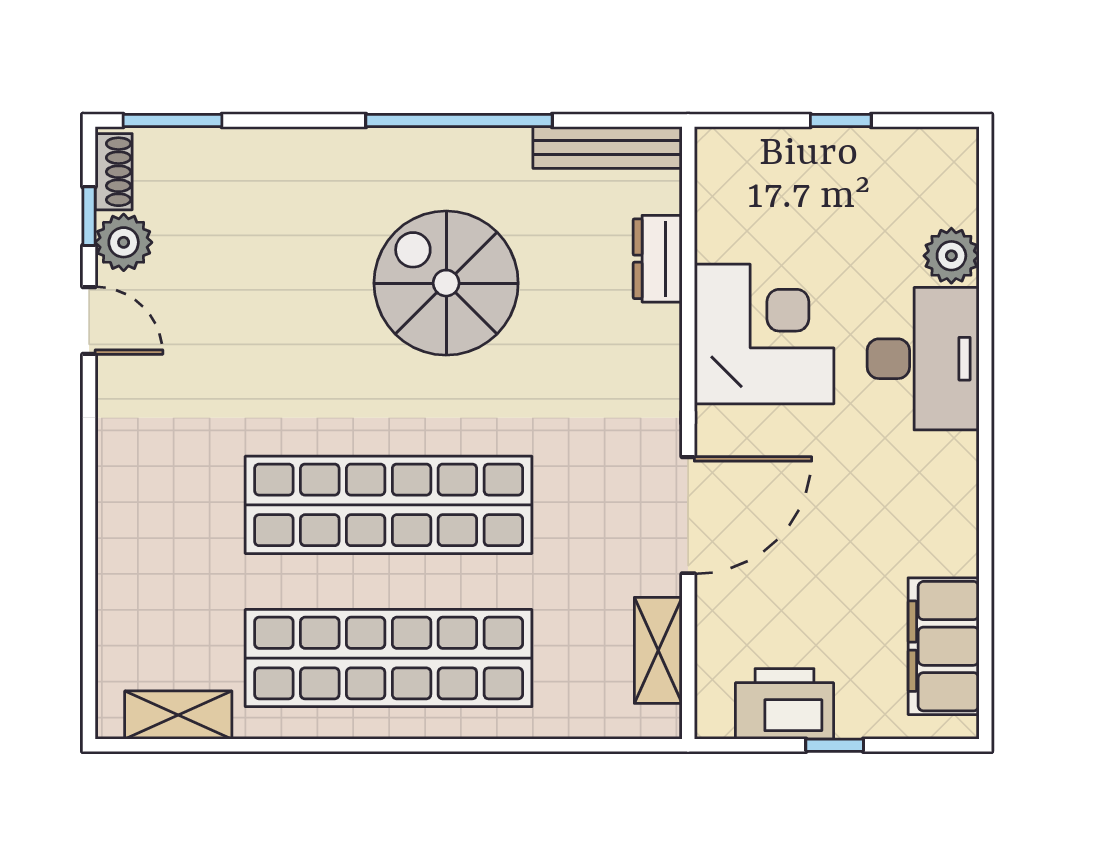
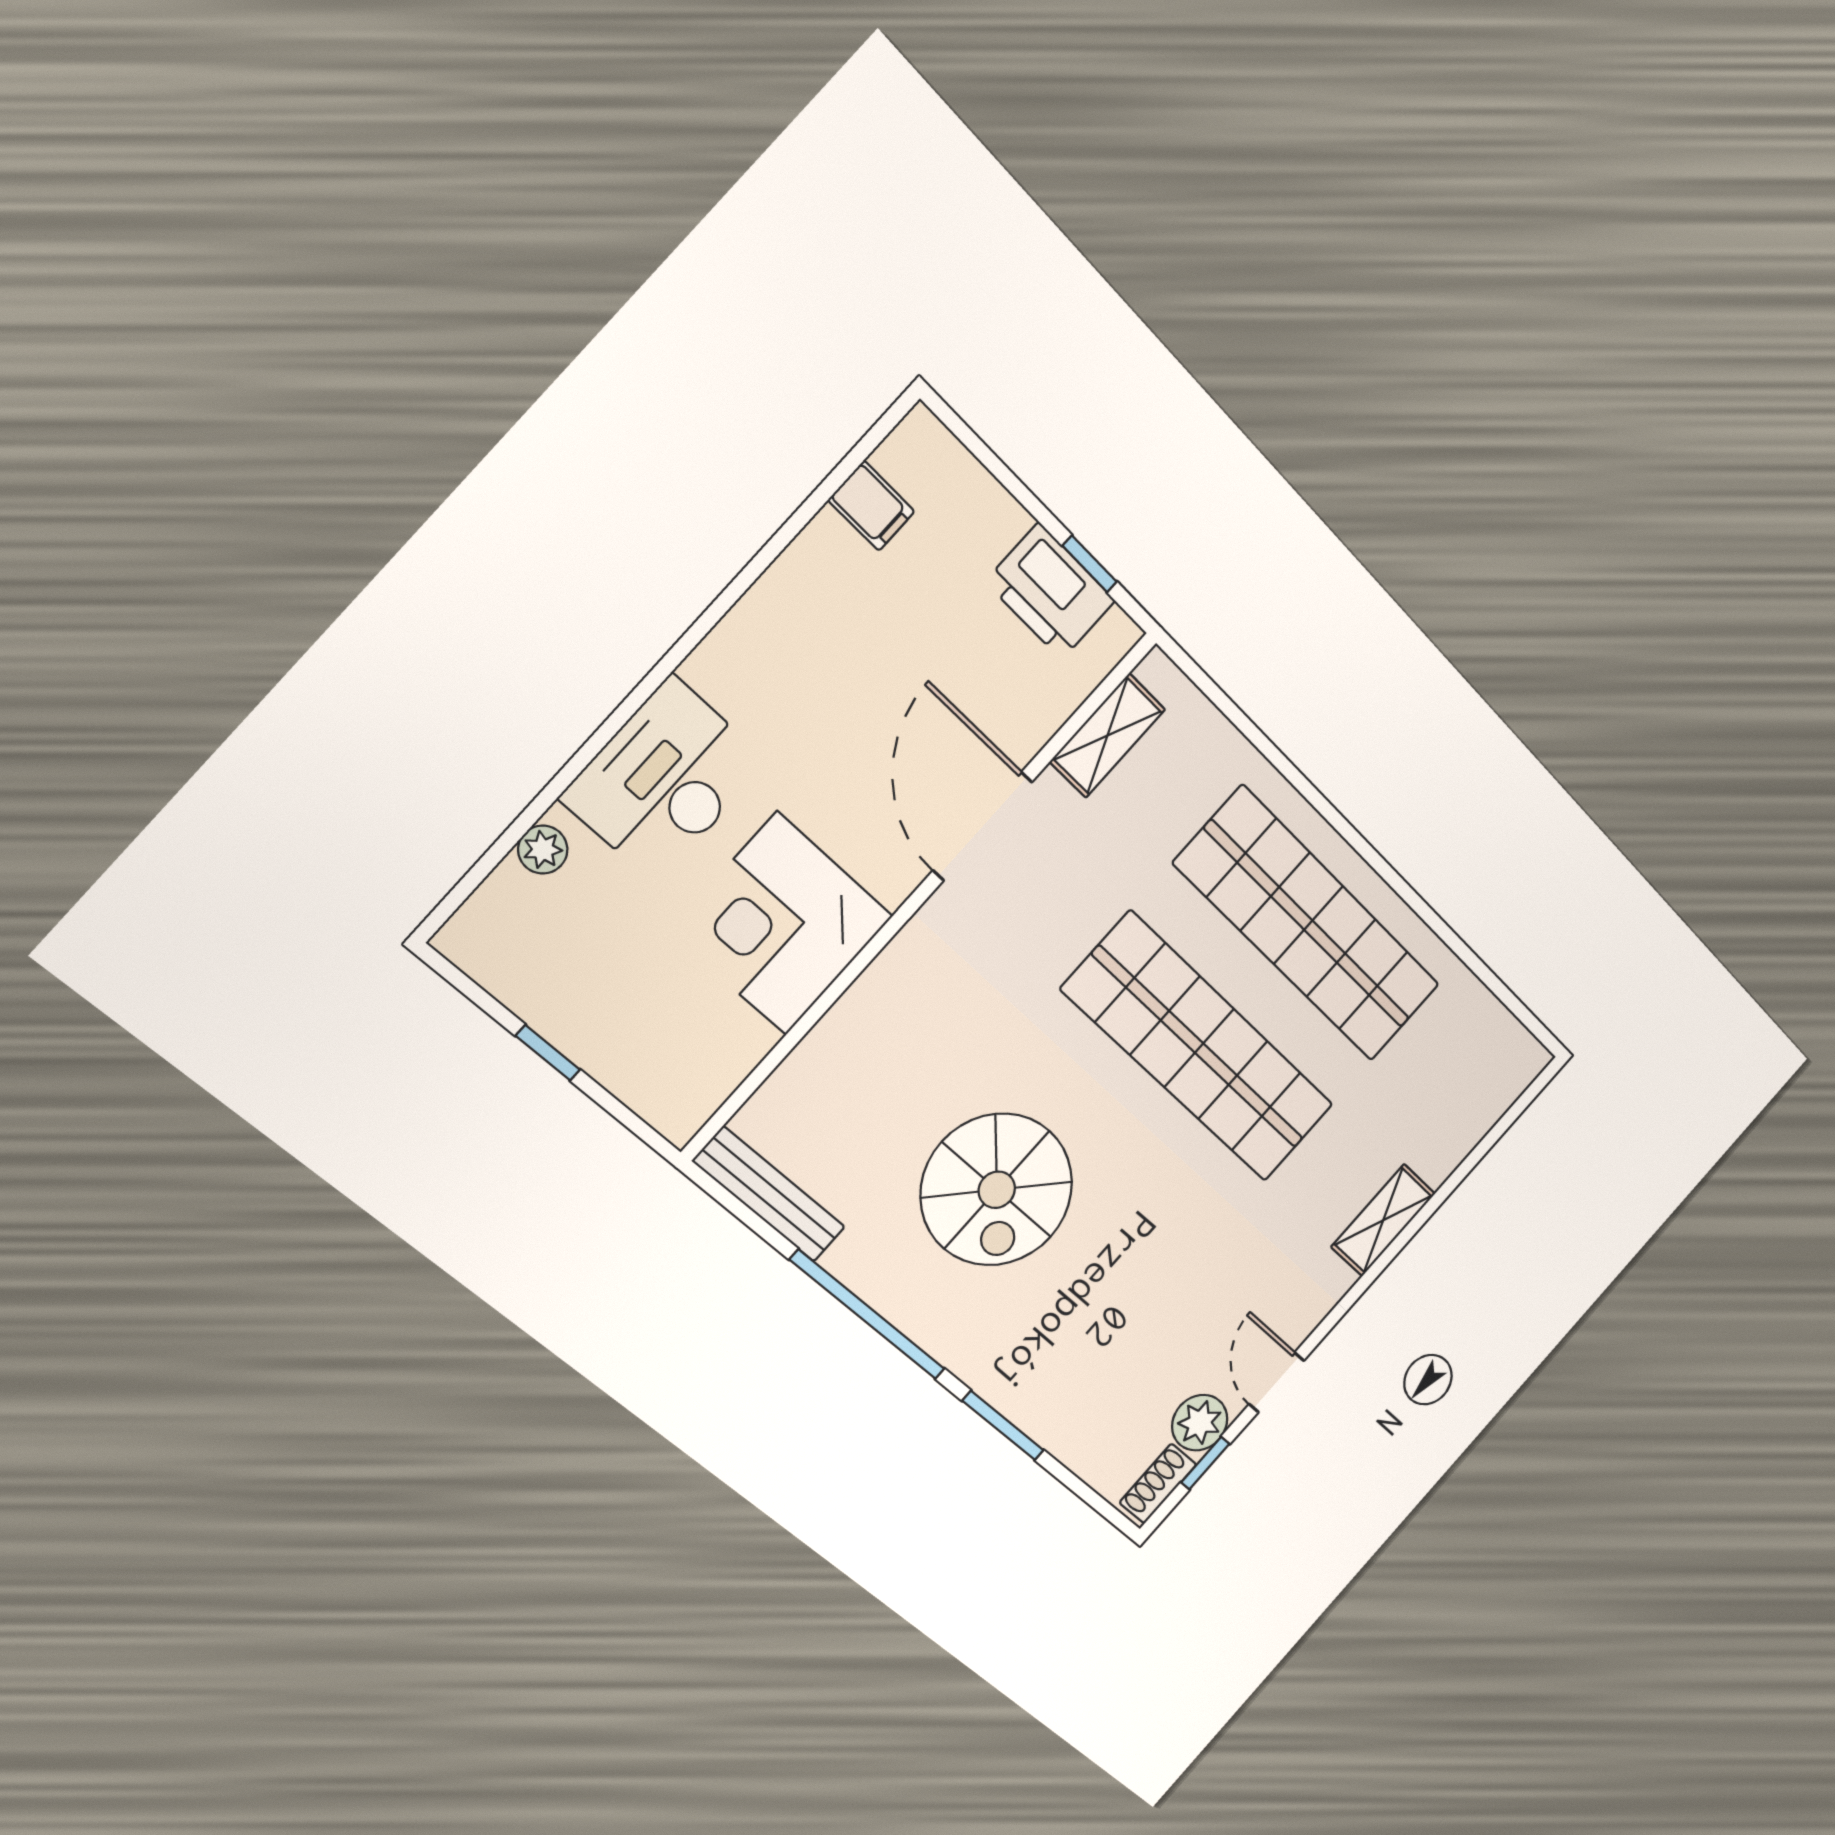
window: (172, 121) -> (1003, 1426), moved
plant: (951, 256) -> (543, 850), width x0.73, depth x0.73
dresser: (658, 259) -> (812, 1066), removed
door: (688, 515) -> (983, 826), hinge flipped
filing cabinet: (944, 646) -> (871, 506), width x0.33, depth x0.86
shelving: (178, 715) -> (1383, 1220), moved, turned 90
window: (835, 745) -> (1090, 564), moved

